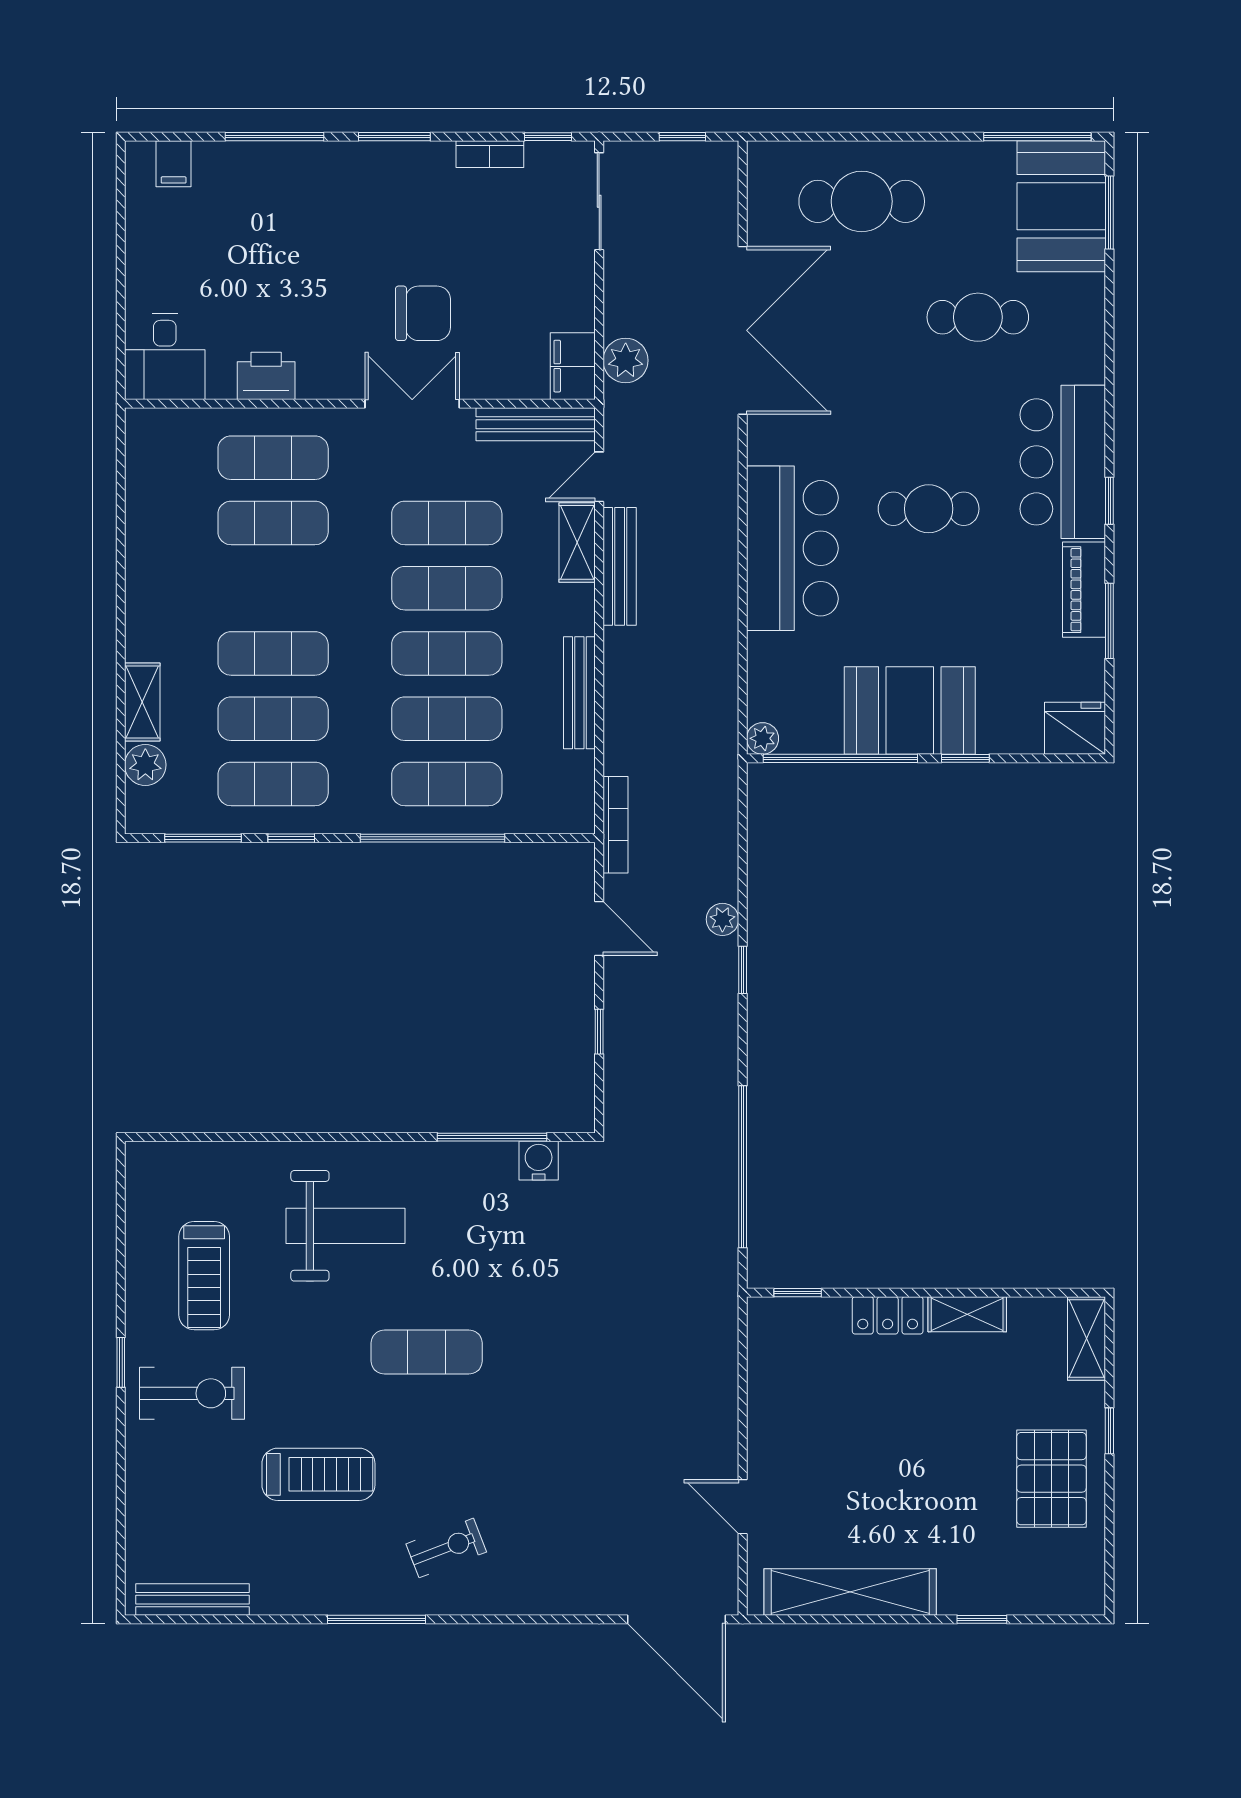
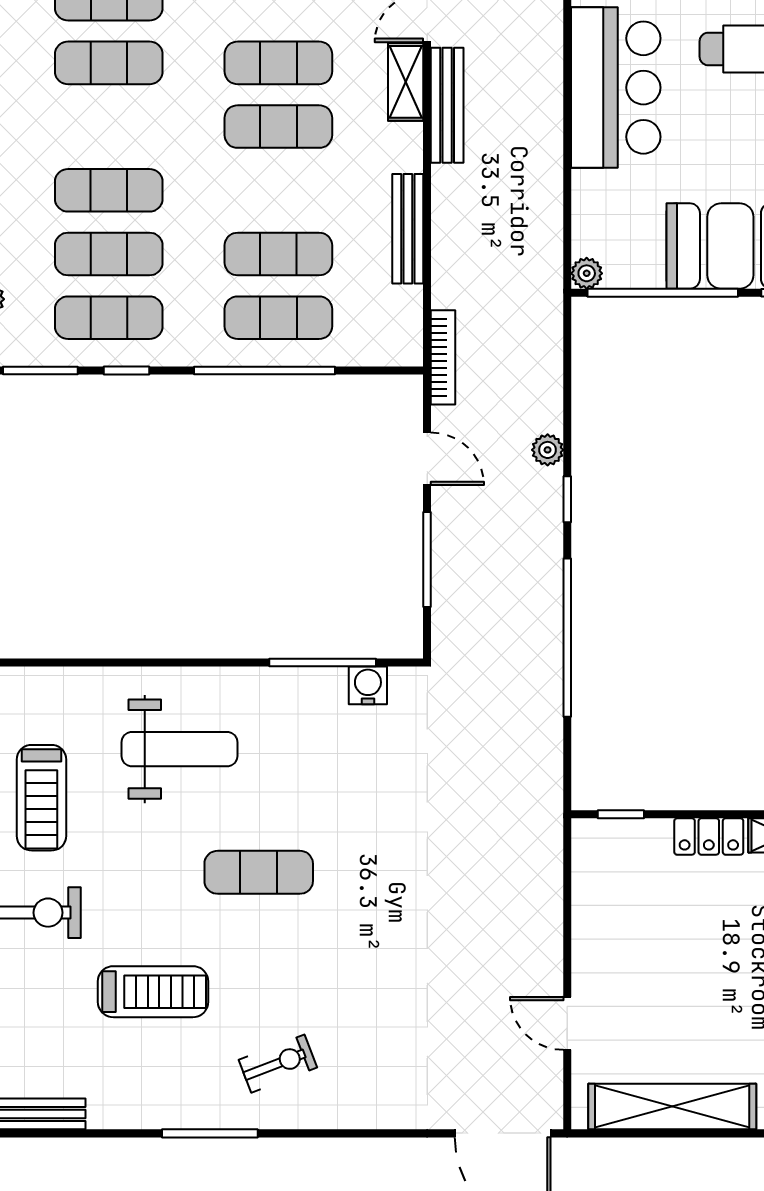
exercise mat: (447, 653) -> (278, 190), removed
window: (599, 1032) -> (427, 560), width x2.17
window: (743, 1167) -> (567, 638), moved

